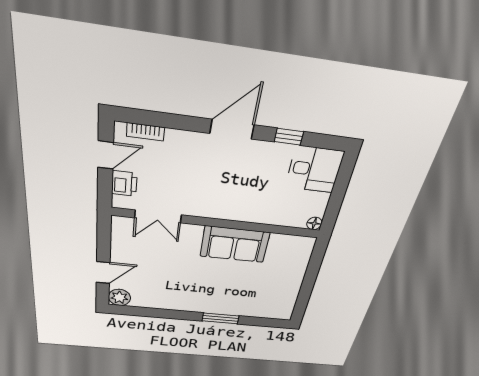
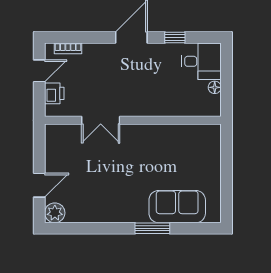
double door: (158, 216) -> (101, 120), moved
floor lamp: (314, 223) -> (215, 87), moved
sofa: (235, 244) -> (177, 207), moved, turned 180

